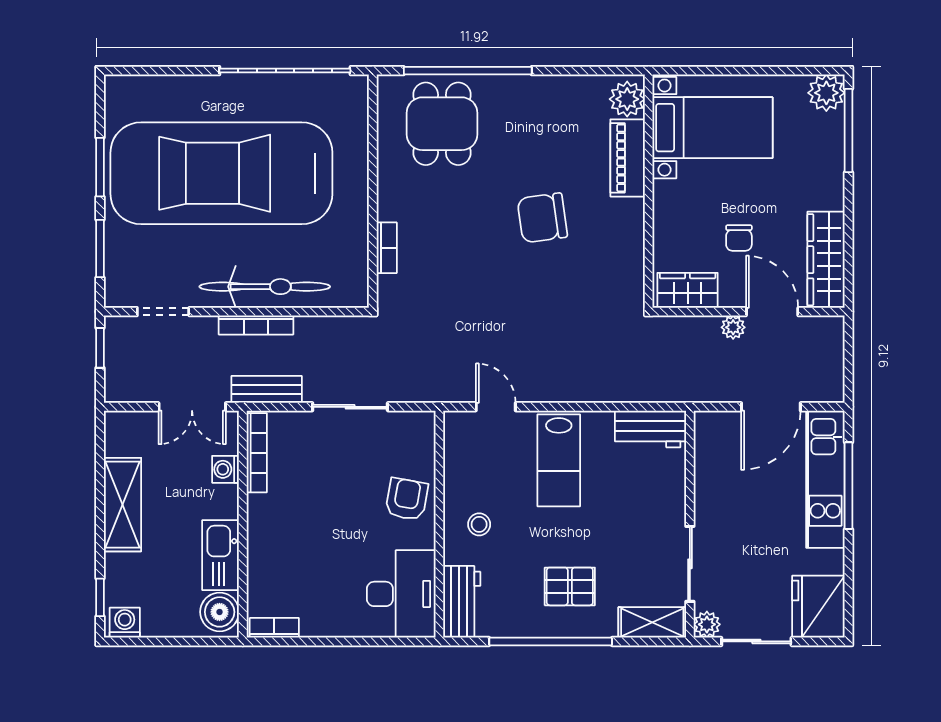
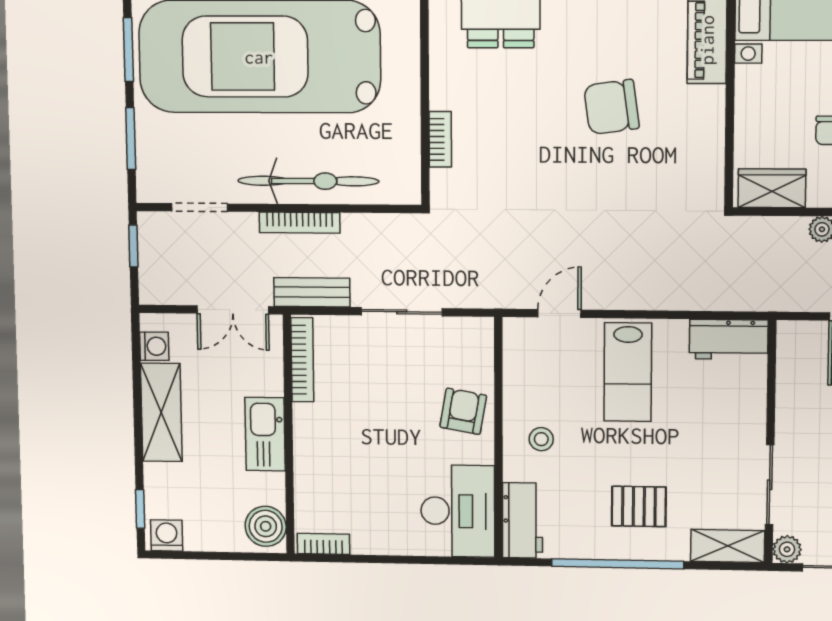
door: (496, 407) -> (559, 314), hinge flipped
washing machine: (225, 469) -> (154, 346), moved, turned 180
kitchen sink: (221, 555) -> (265, 434), moved

